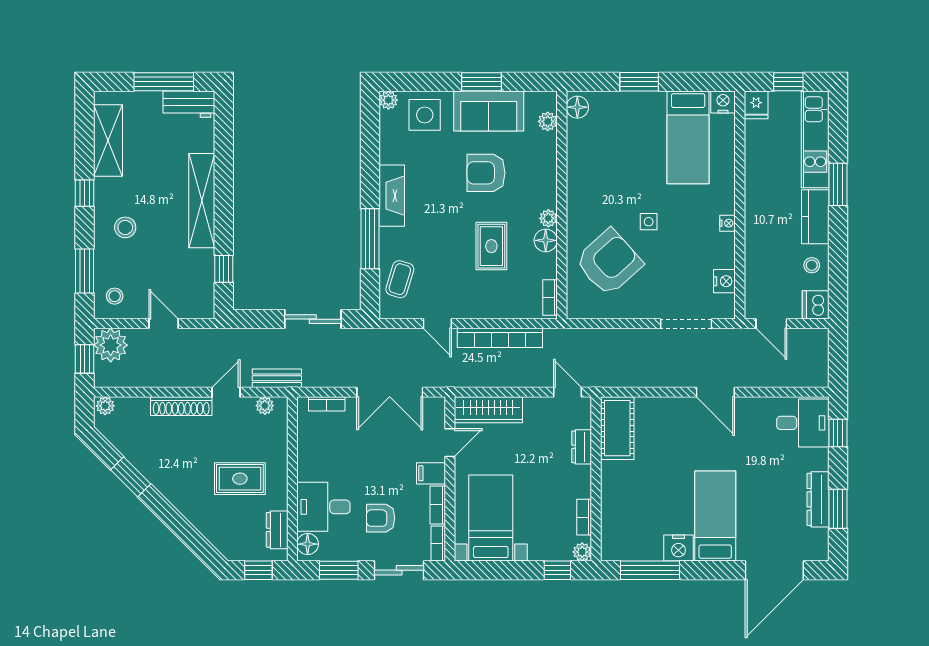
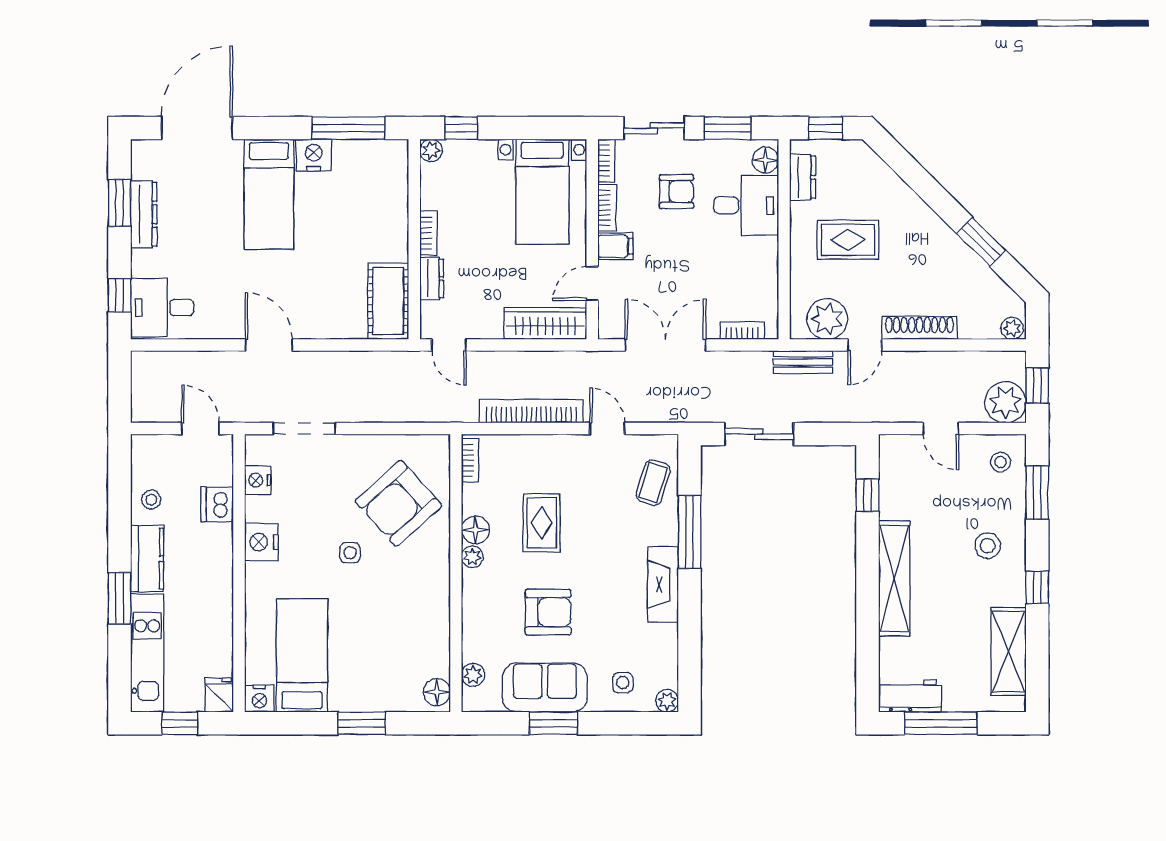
side table: (425, 115) -> (623, 683), width x0.54, depth x0.54
nightstand: (728, 223) -> (261, 542), width x1.89, depth x1.79
dishwasher: (816, 305) -> (217, 504), moved, turned 180
plant: (265, 406) -> (827, 319), width x1.88, depth x1.88
bookcase: (584, 517) -> (429, 233), moved

